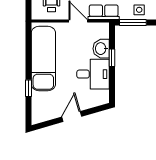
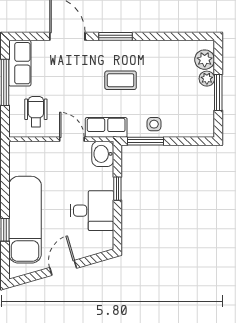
washbasin: (101, 49) -> (103, 154), moved
exam couch: (43, 59) -> (25, 220), moved

